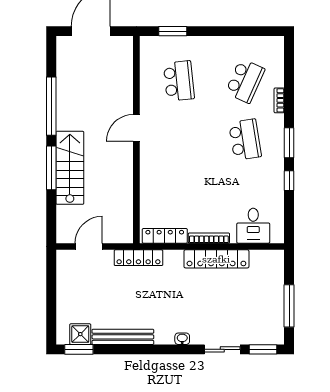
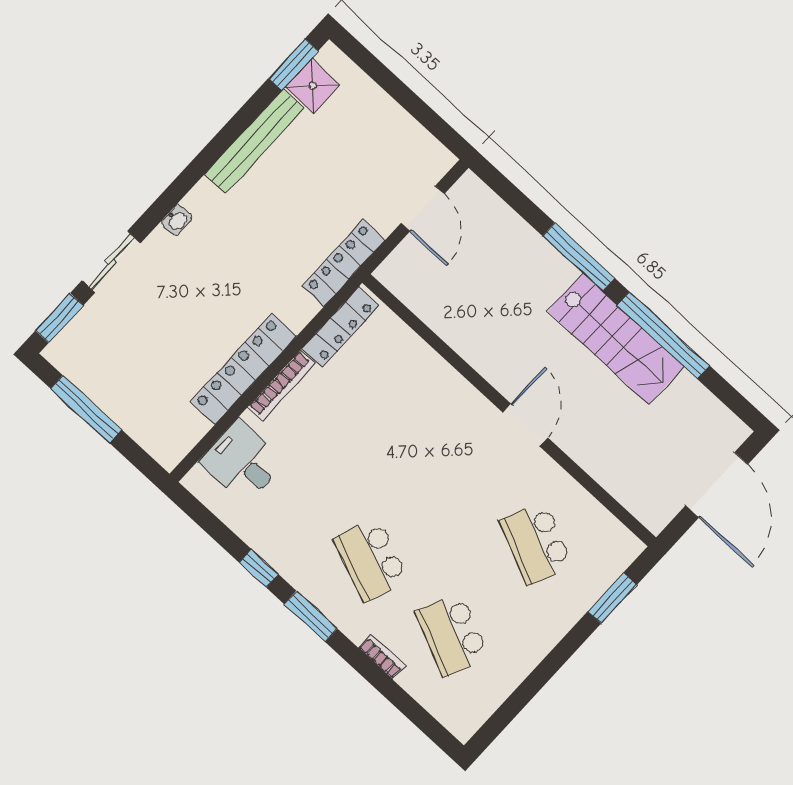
school desk: (179, 81) -> (536, 543), turned 30
school desk: (245, 140) -> (371, 560), turned 30
stairs: (70, 168) -> (616, 339), moved

